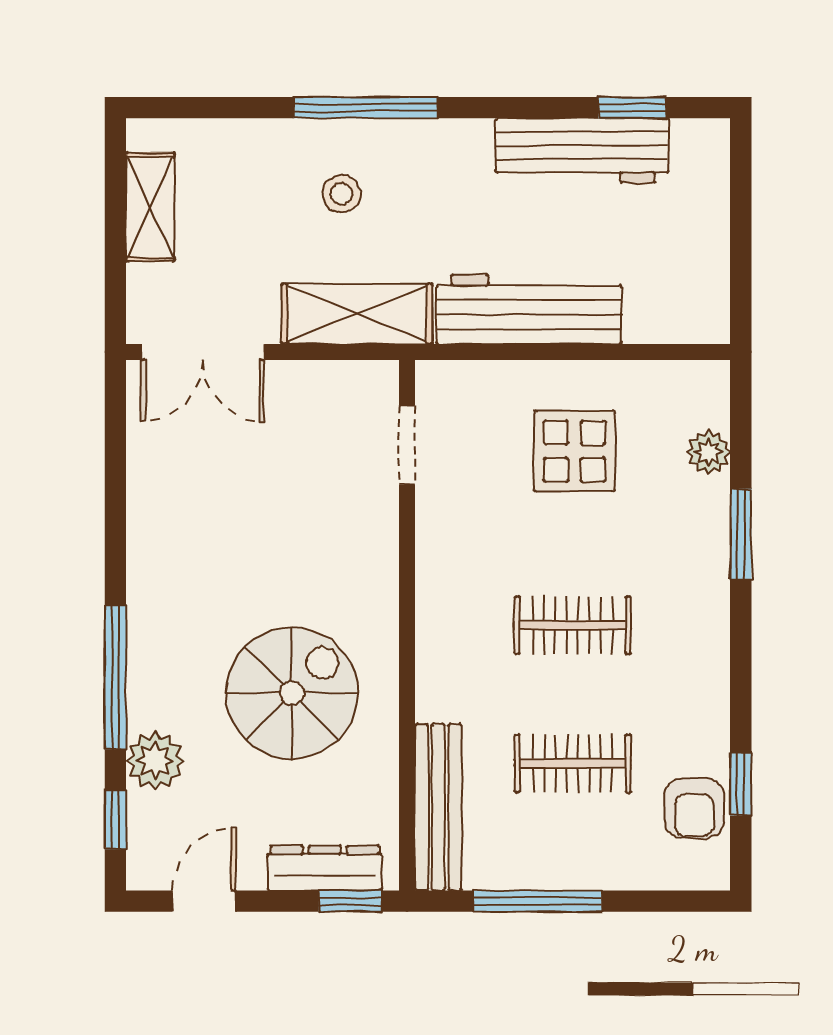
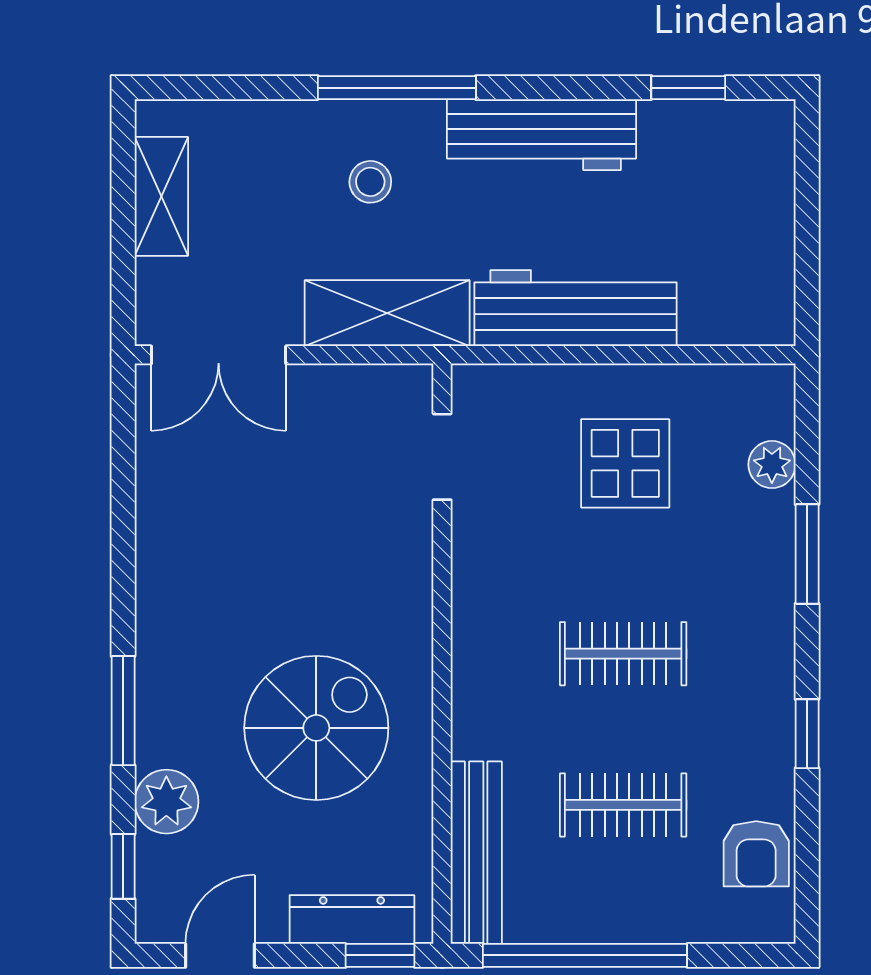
workbench: (582, 151) -> (542, 135), moved
window: (115, 677) -> (123, 711), width x0.69
window: (741, 784) -> (807, 734), moved
window: (538, 901) -> (585, 955), width x1.46

